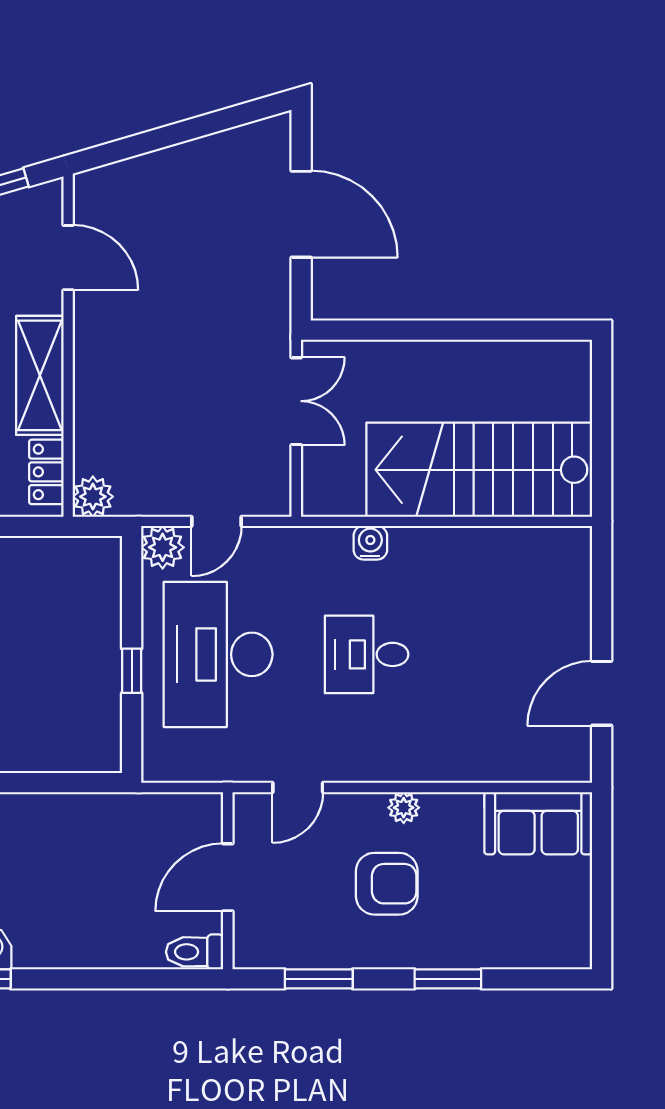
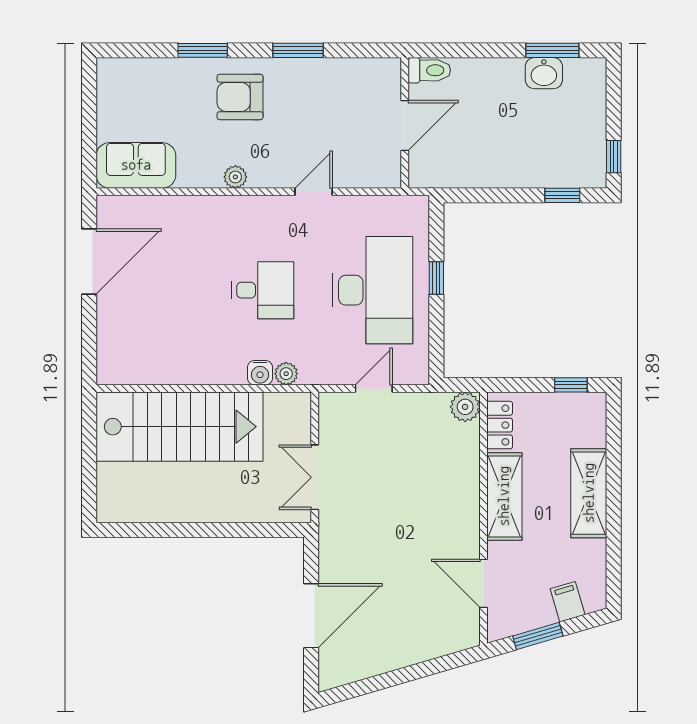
door: (301, 214) -> (311, 616), swing flipped
plant: (163, 547) -> (286, 374), moved, width x0.73, depth x0.73
door: (602, 693) -> (89, 262), width x1.36
door: (228, 877) -> (405, 125), moved
wall: (228, 881) -> (405, 123), moved
armchair: (387, 884) -> (240, 97), moved
toilet: (195, 952) -> (429, 70), moved

